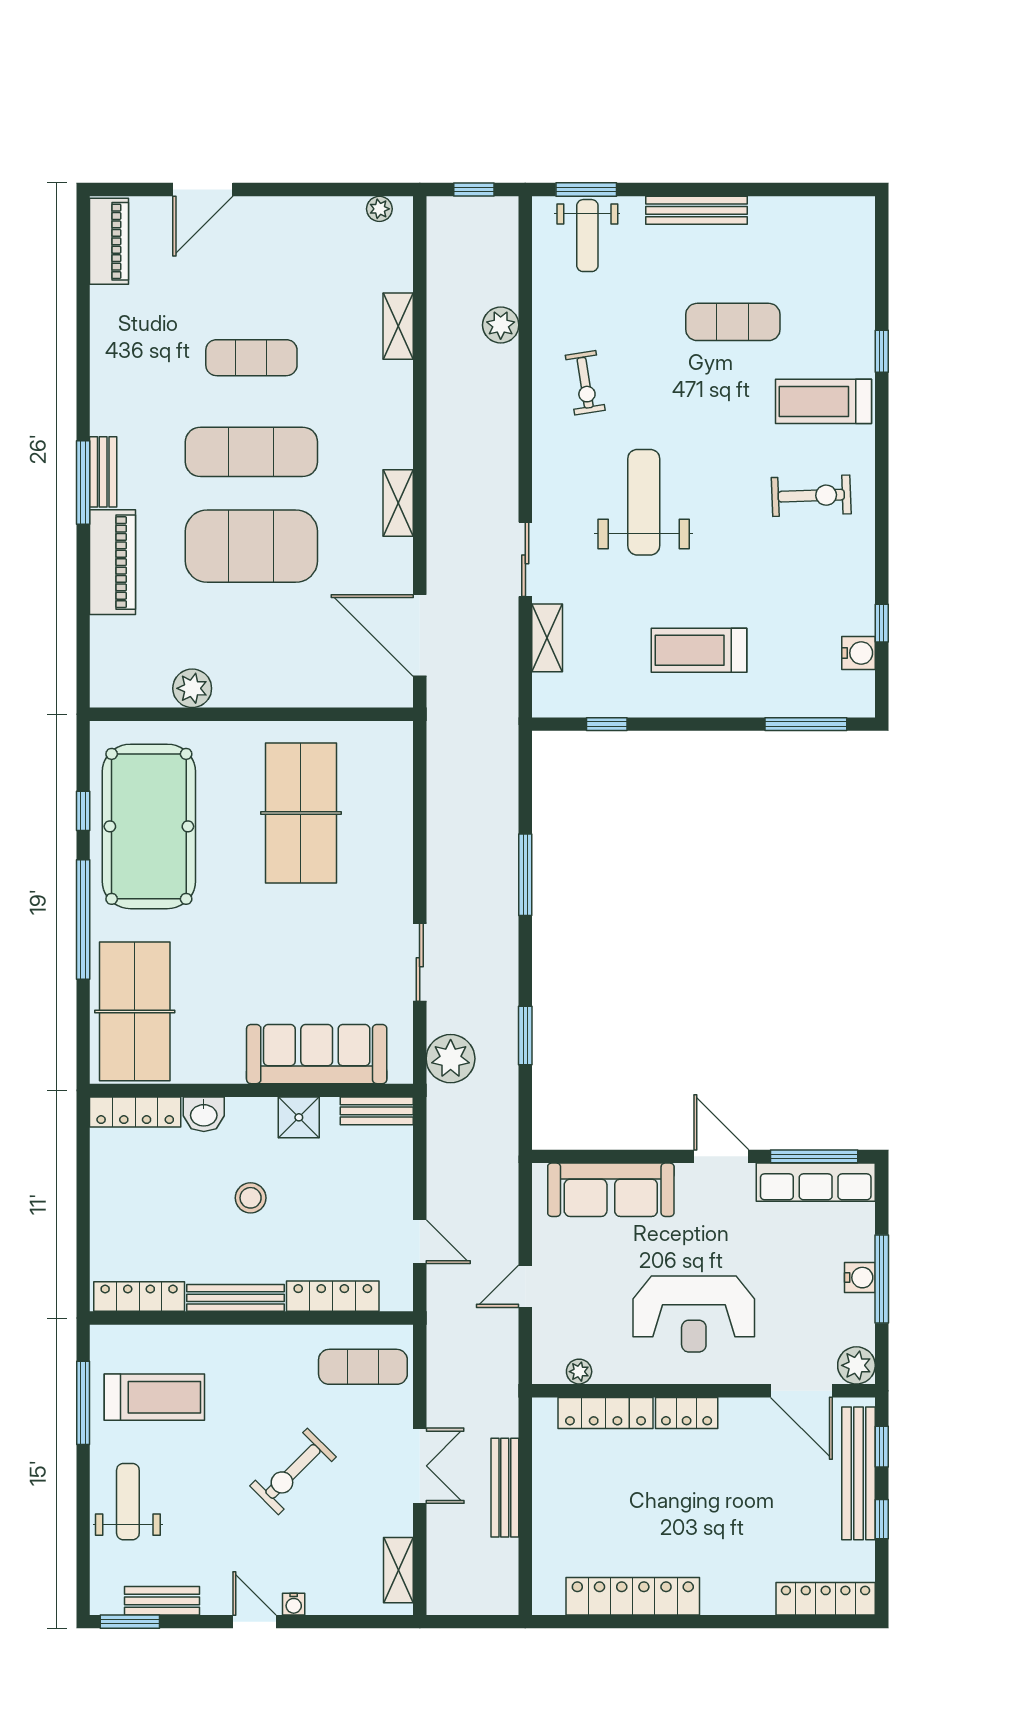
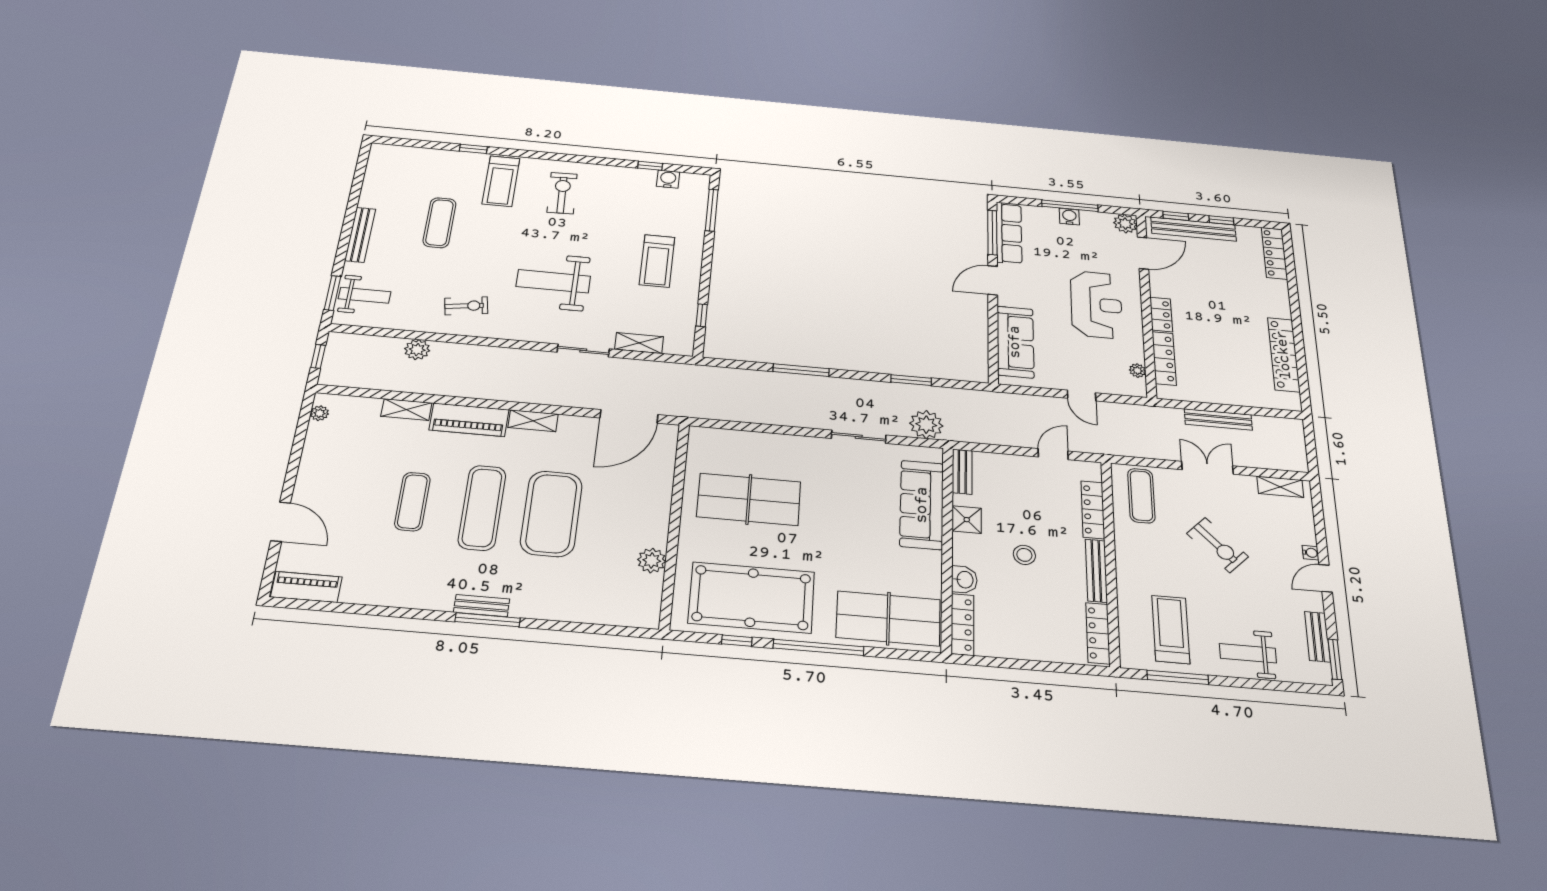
piano: (113, 562) -> (469, 420), moved, turned 180

